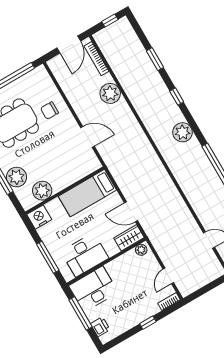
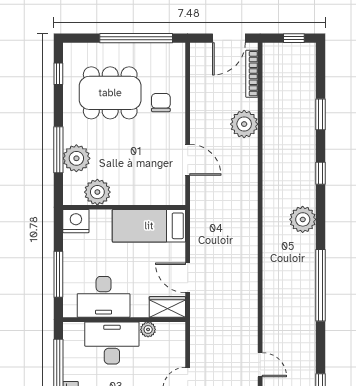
chair: (49, 111) -> (161, 103), turned 89
plant: (141, 250) -> (148, 329), moved
desk: (93, 289) -> (112, 343), moved

